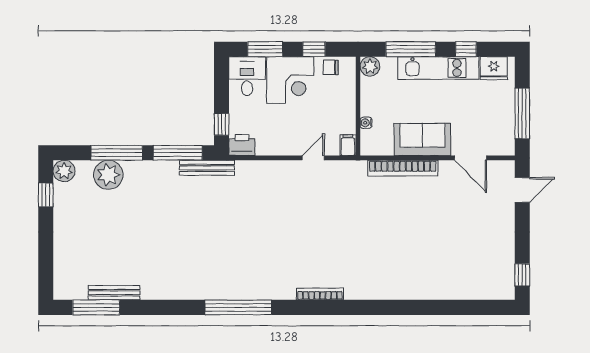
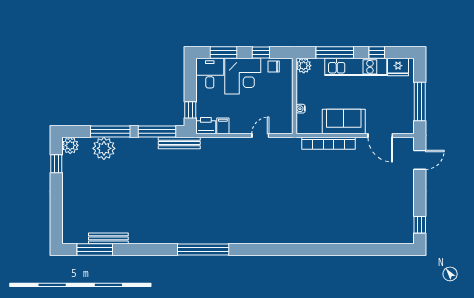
filing cabinet: (348, 145) -> (223, 126), moved
bookcase: (320, 294) -> (265, 239), removed

